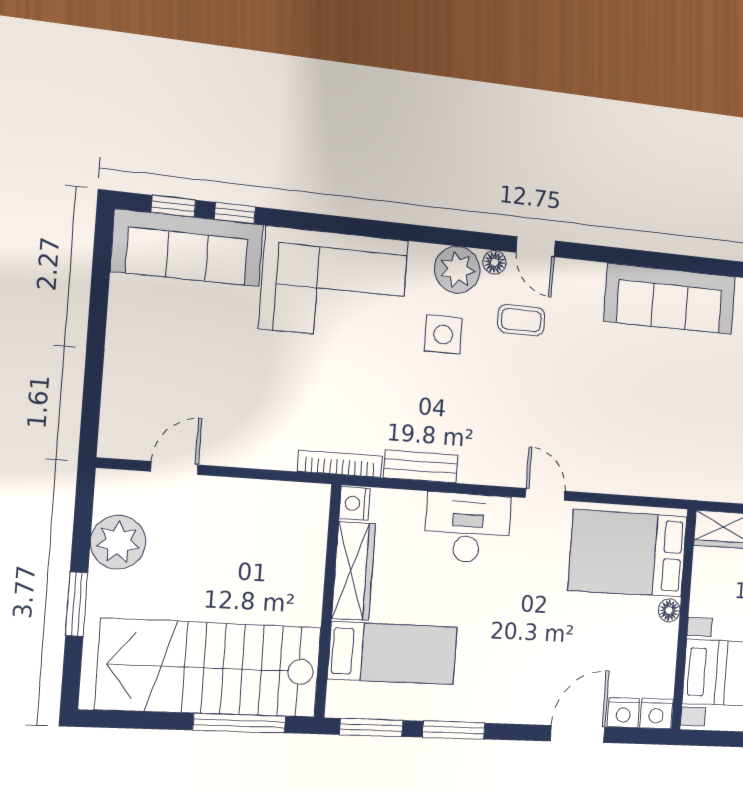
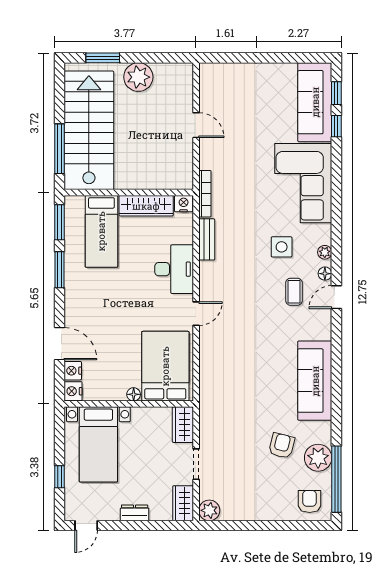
plant: (457, 270) -> (325, 252), width x0.53, depth x0.53
door: (175, 468) -> (196, 125), moved
plant: (118, 542) -> (138, 77), moved
window: (77, 604) -> (103, 58), moved

